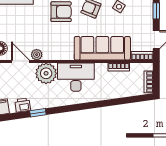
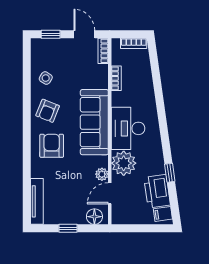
sofa: (102, 48) -> (94, 122), moved
printer: (23, 105) -> (157, 191), width x1.87, depth x1.48

